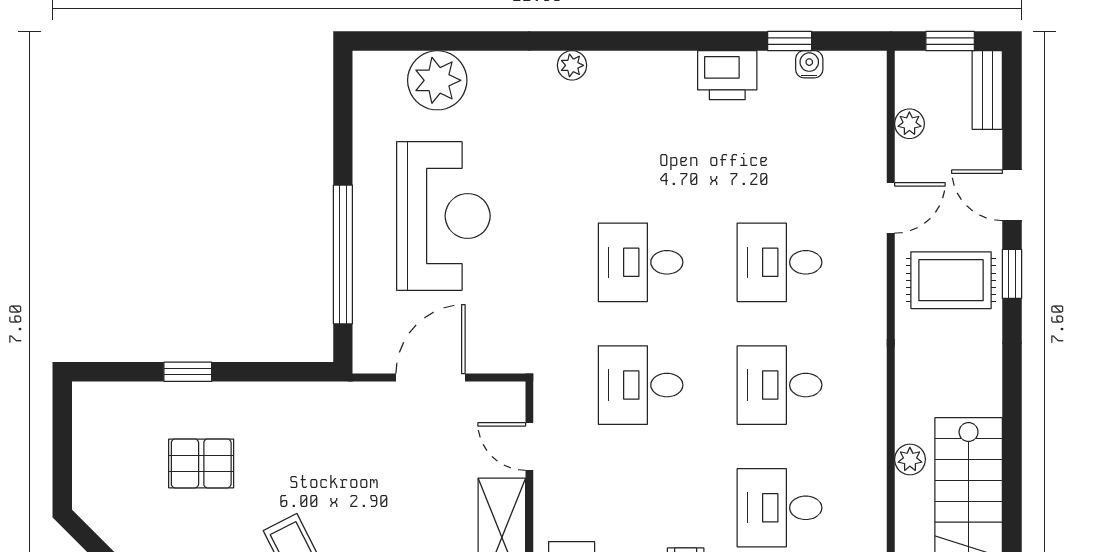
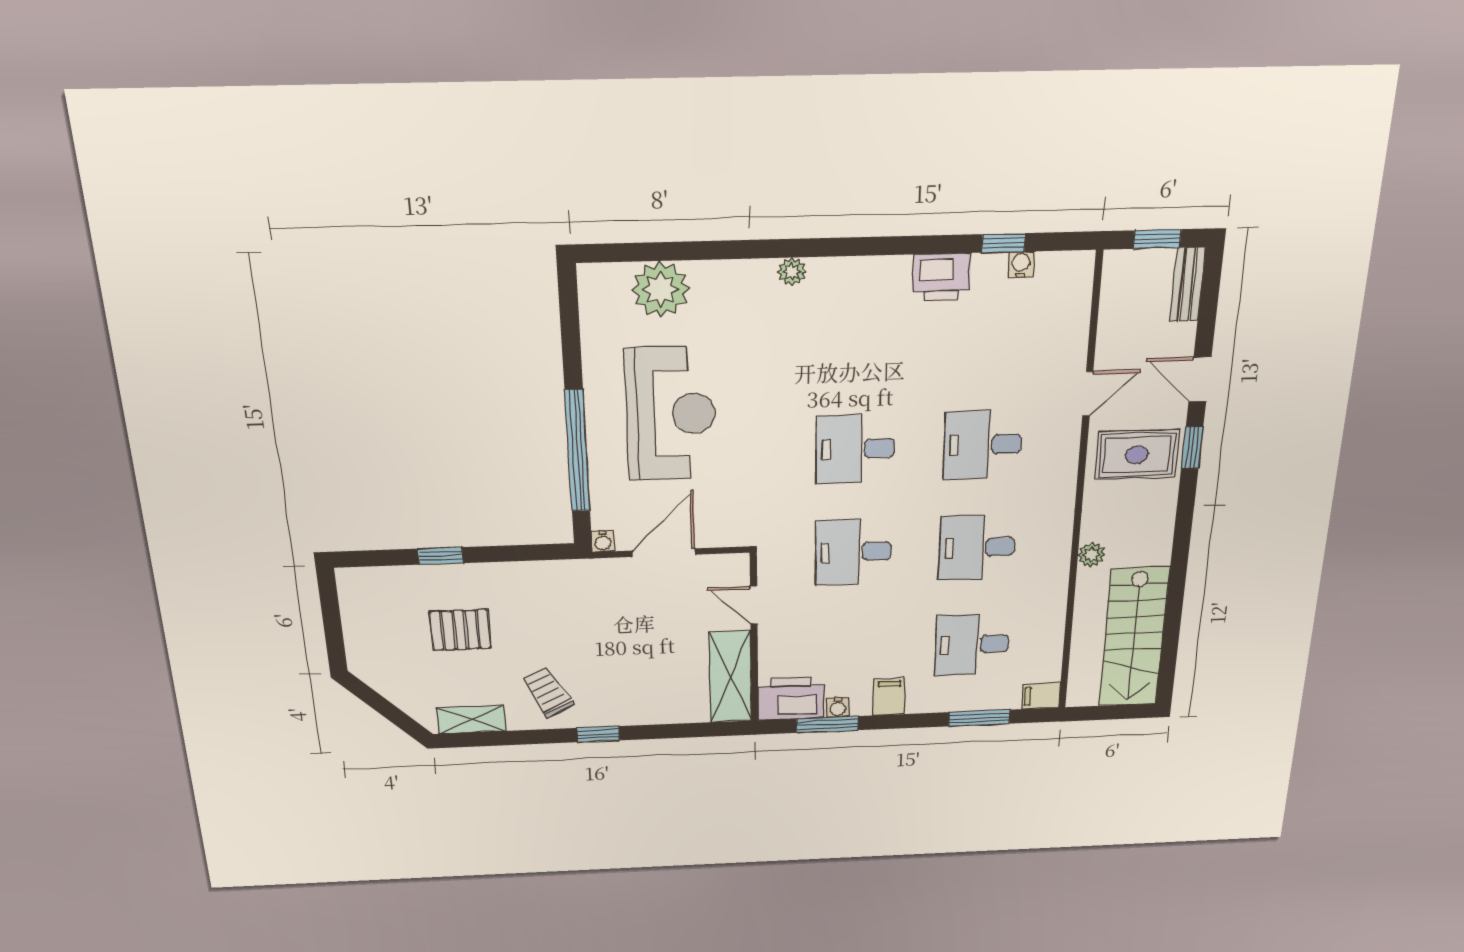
plant: (909, 124) -> (1112, 318), removed
water cooler: (365, 361) -> (603, 541), added
plant: (910, 459) -> (1091, 555), moved

